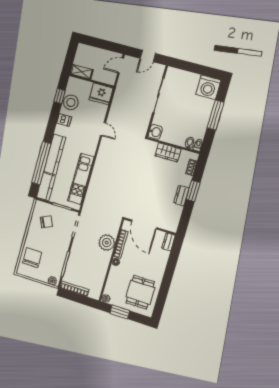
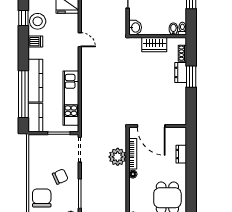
dresser: (181, 196) -> (181, 72), moved
chair: (46, 222) -> (60, 177), moved
dresser: (168, 242) -> (181, 154), moved

